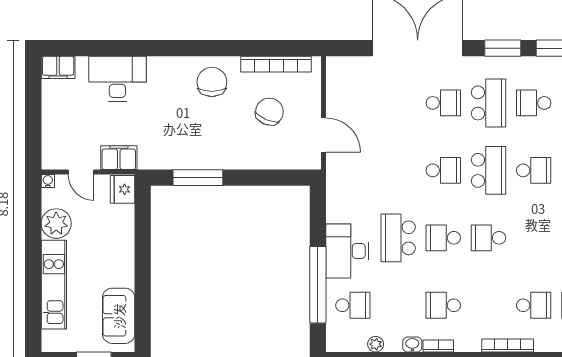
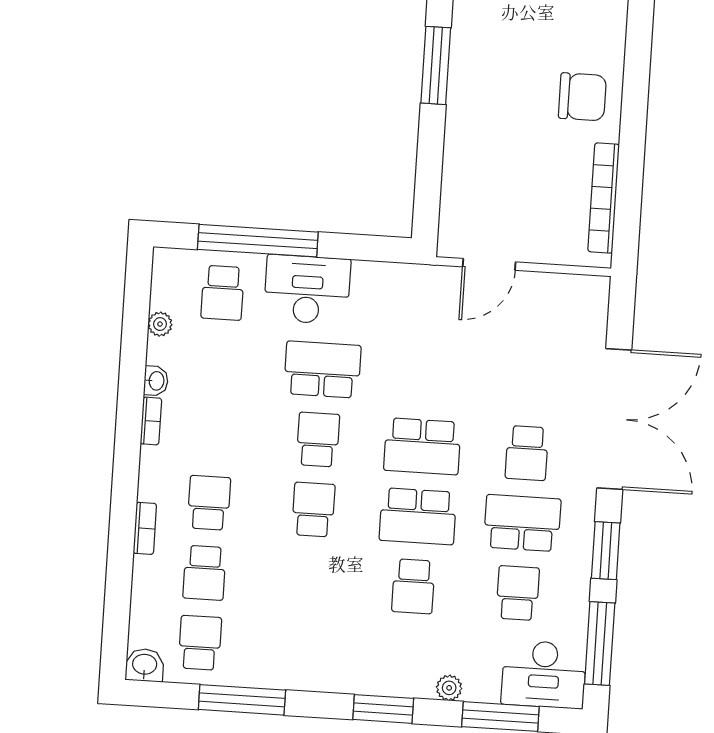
school desk: (488, 103) -> (522, 523), turned 180
chair: (269, 112) -> (531, 183), removed
school desk: (443, 170) -> (422, 446), width x1.85
school desk: (443, 305) -> (209, 503), moved
bookcase: (508, 345) -> (145, 528), width x0.64

